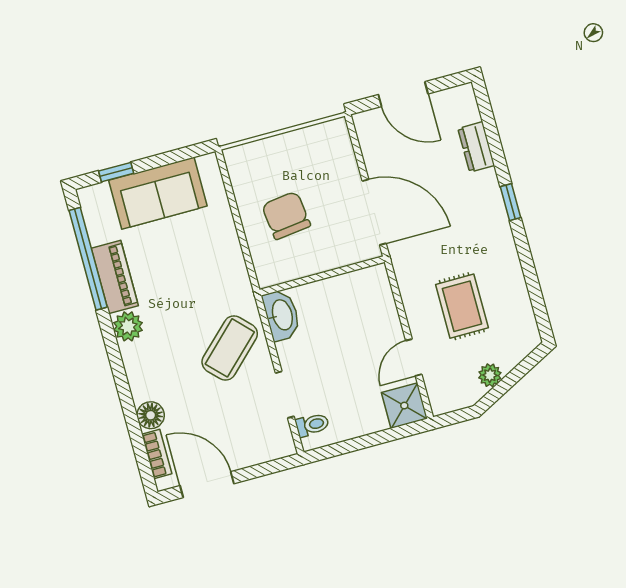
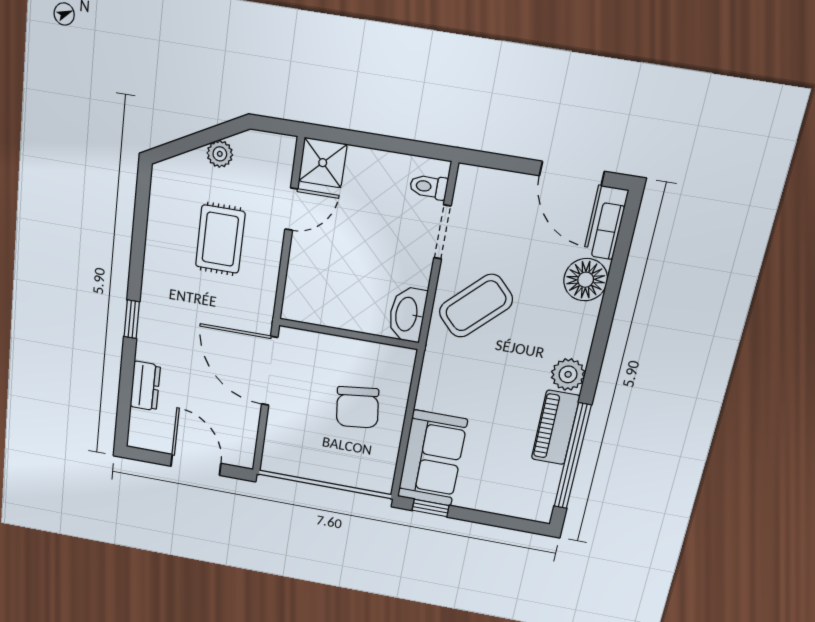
window: (116, 172) -> (431, 508), moved
sofa: (158, 193) -> (432, 458), moved, turned 90
floor lamp: (151, 415) -> (586, 280), width x1.38, depth x1.38

